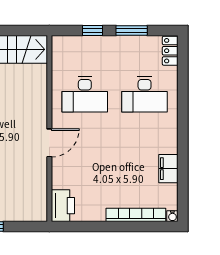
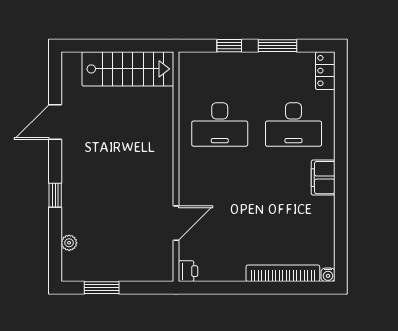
door: (49, 143) -> (176, 223), moved
filing cabinet: (168, 169) -> (323, 178), moved
printer: (63, 206) -> (188, 271), width x0.53, depth x0.68

